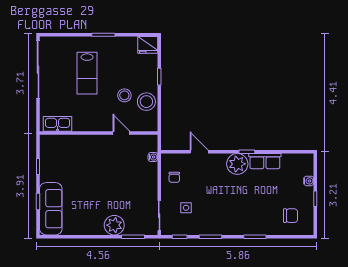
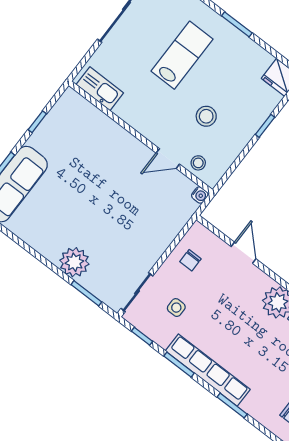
lab bench: (87, 73) -> (182, 55), turned 180
stool: (146, 102) -> (198, 163), moved, width x0.53, depth x0.53
door: (121, 133) -> (168, 159), swing flipped
water cooler: (153, 157) -> (200, 195), moved
row of seats: (228, 228) -> (208, 370), added

